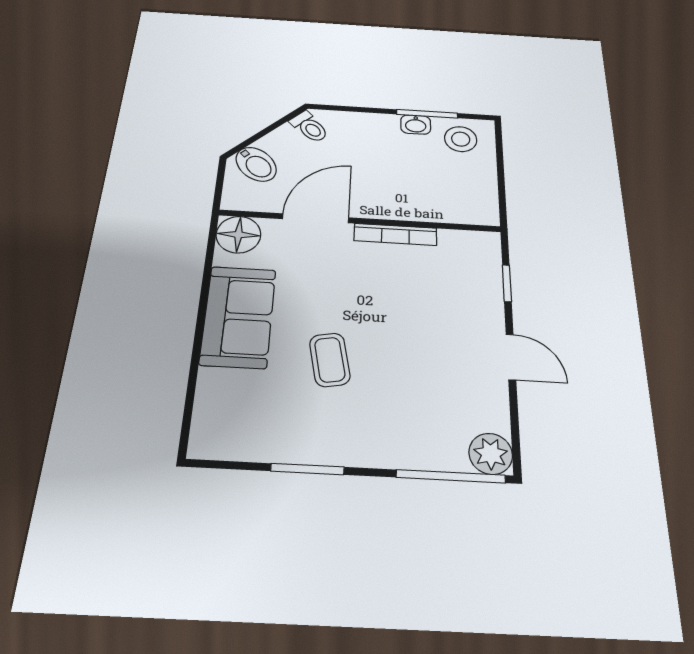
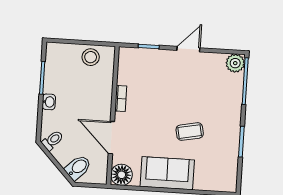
washbasin: (416, 125) -> (49, 102), moved
stool: (461, 139) -> (91, 57), moved
bookcase: (395, 234) -> (121, 99), width x0.64

